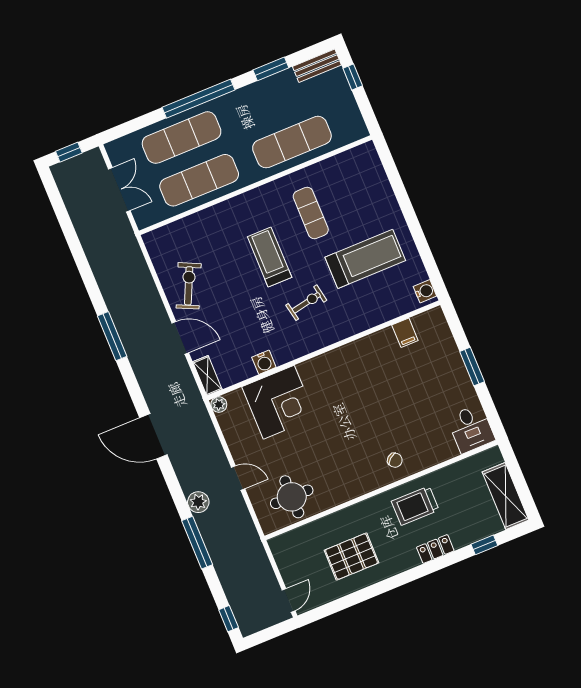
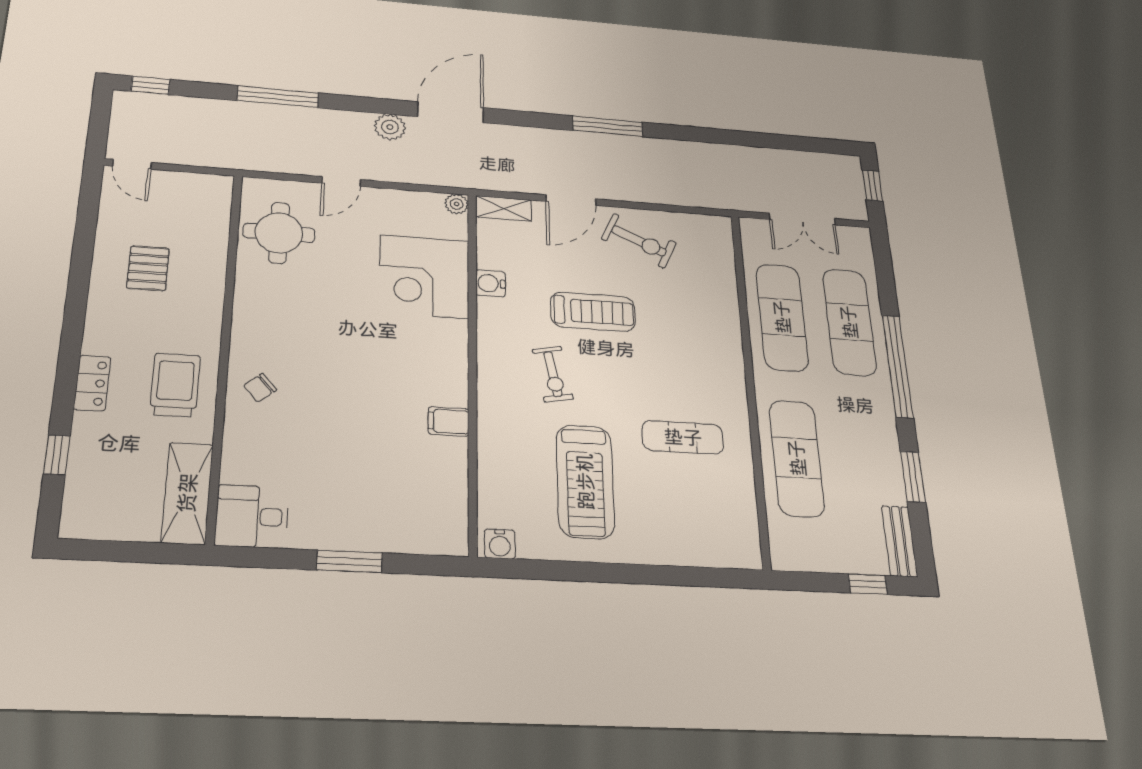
treadmill: (270, 257) -> (593, 312), moved
filing cabinet: (405, 333) -> (449, 421), moved
shelving: (506, 496) -> (187, 493), moved, turned 90
plant: (198, 502) -> (390, 127), moved
pallet: (351, 557) -> (148, 268), width x0.67, depth x0.71

